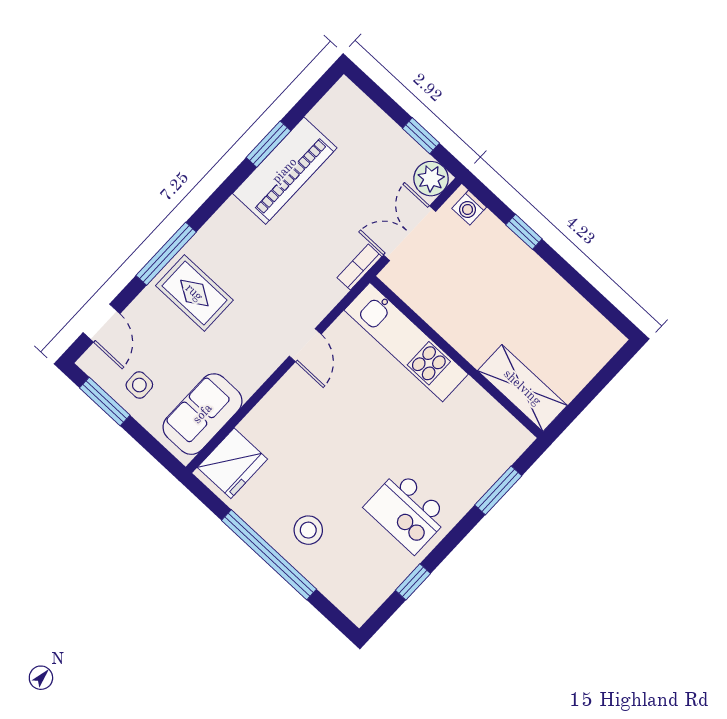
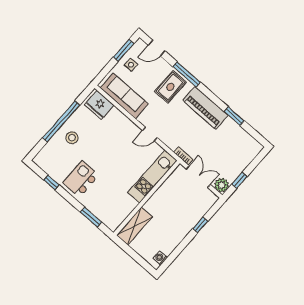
piano: (285, 171) -> (206, 108), moved
washing machine: (469, 208) -> (160, 258), moved
sofa: (203, 414) -> (124, 96), width x1.36

